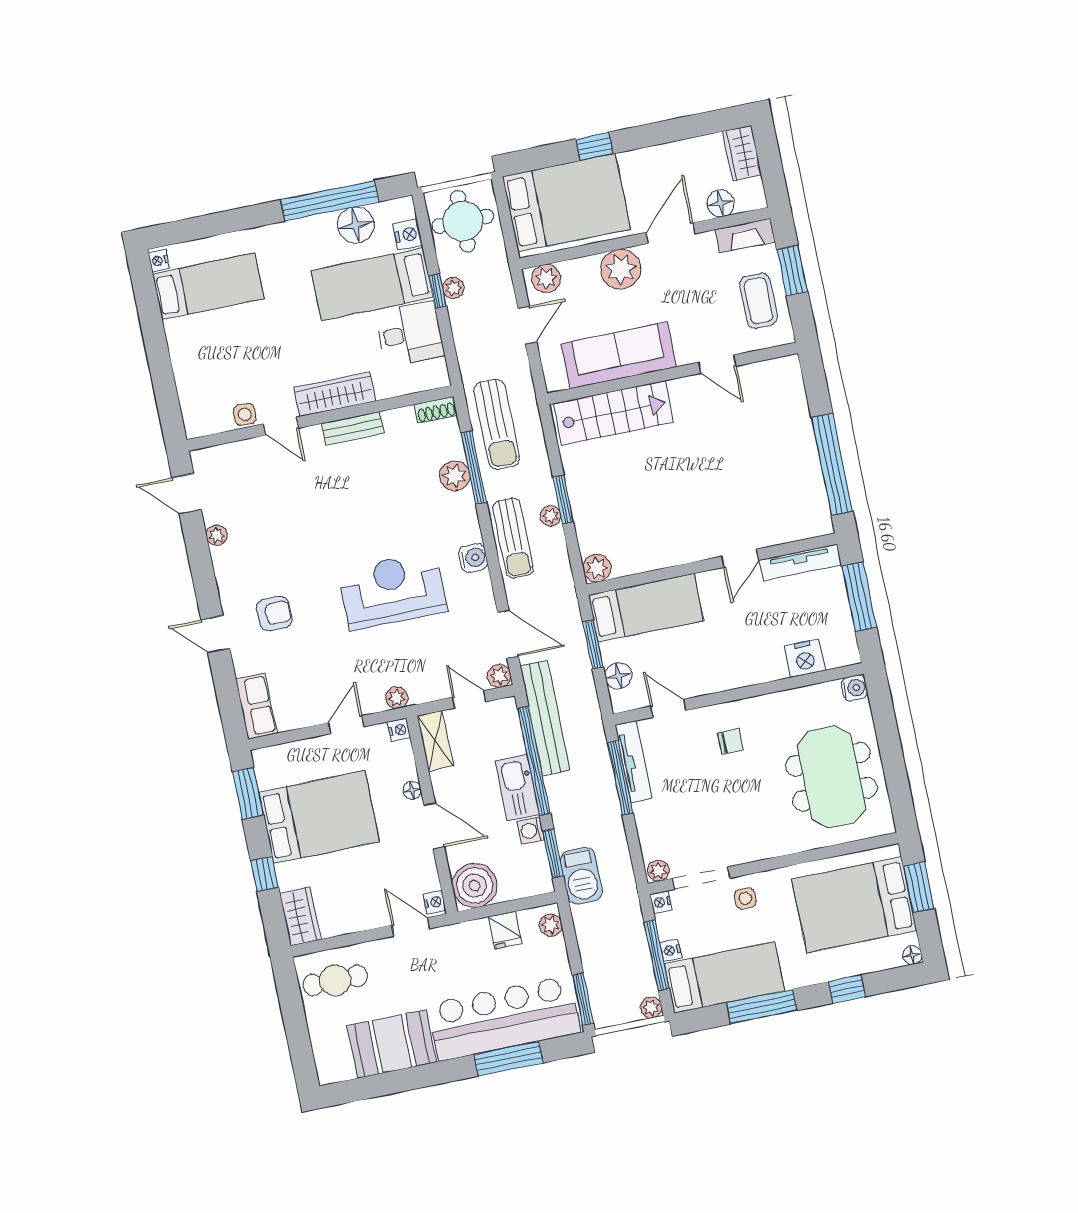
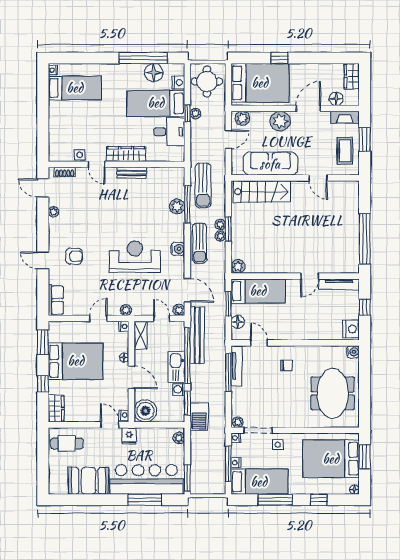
shoe rack: (436, 410) -> (65, 172), moved
window: (859, 597) -> (365, 307), width x0.46
nightstand: (805, 658) -> (351, 329), moved, turned -90
fridge: (505, 930) -> (129, 436), moved
plant: (651, 1008) -> (220, 224), moved

